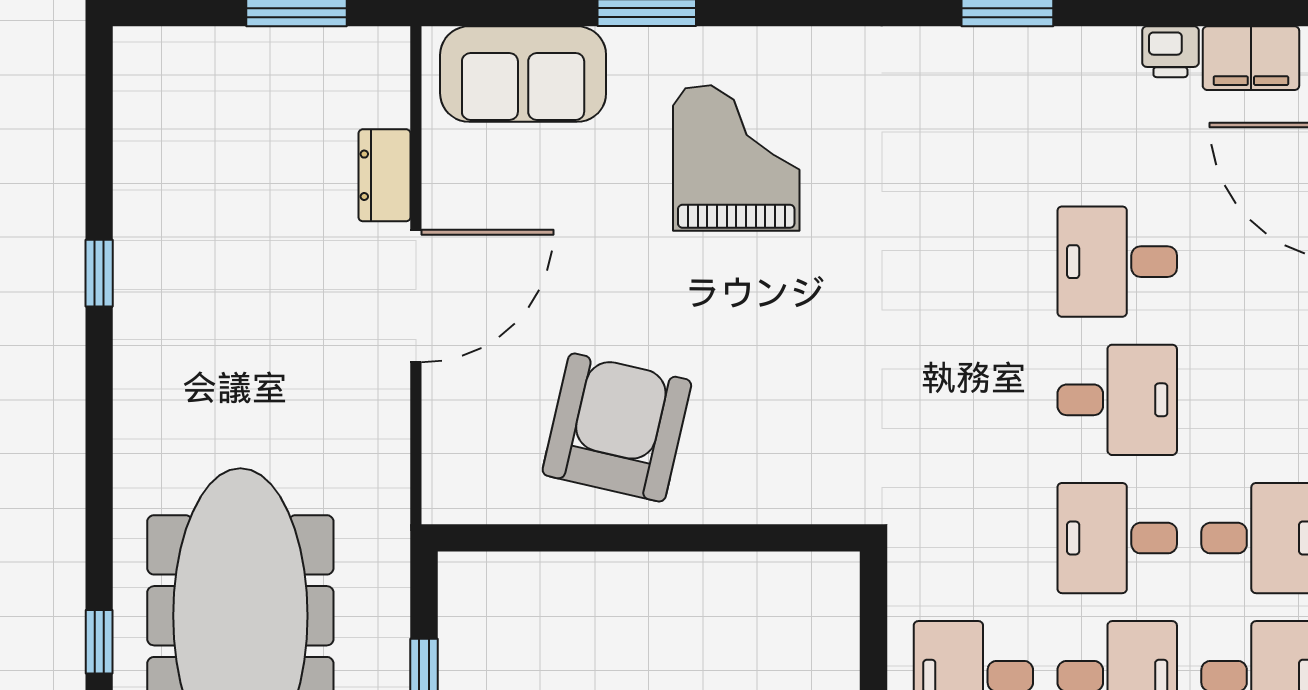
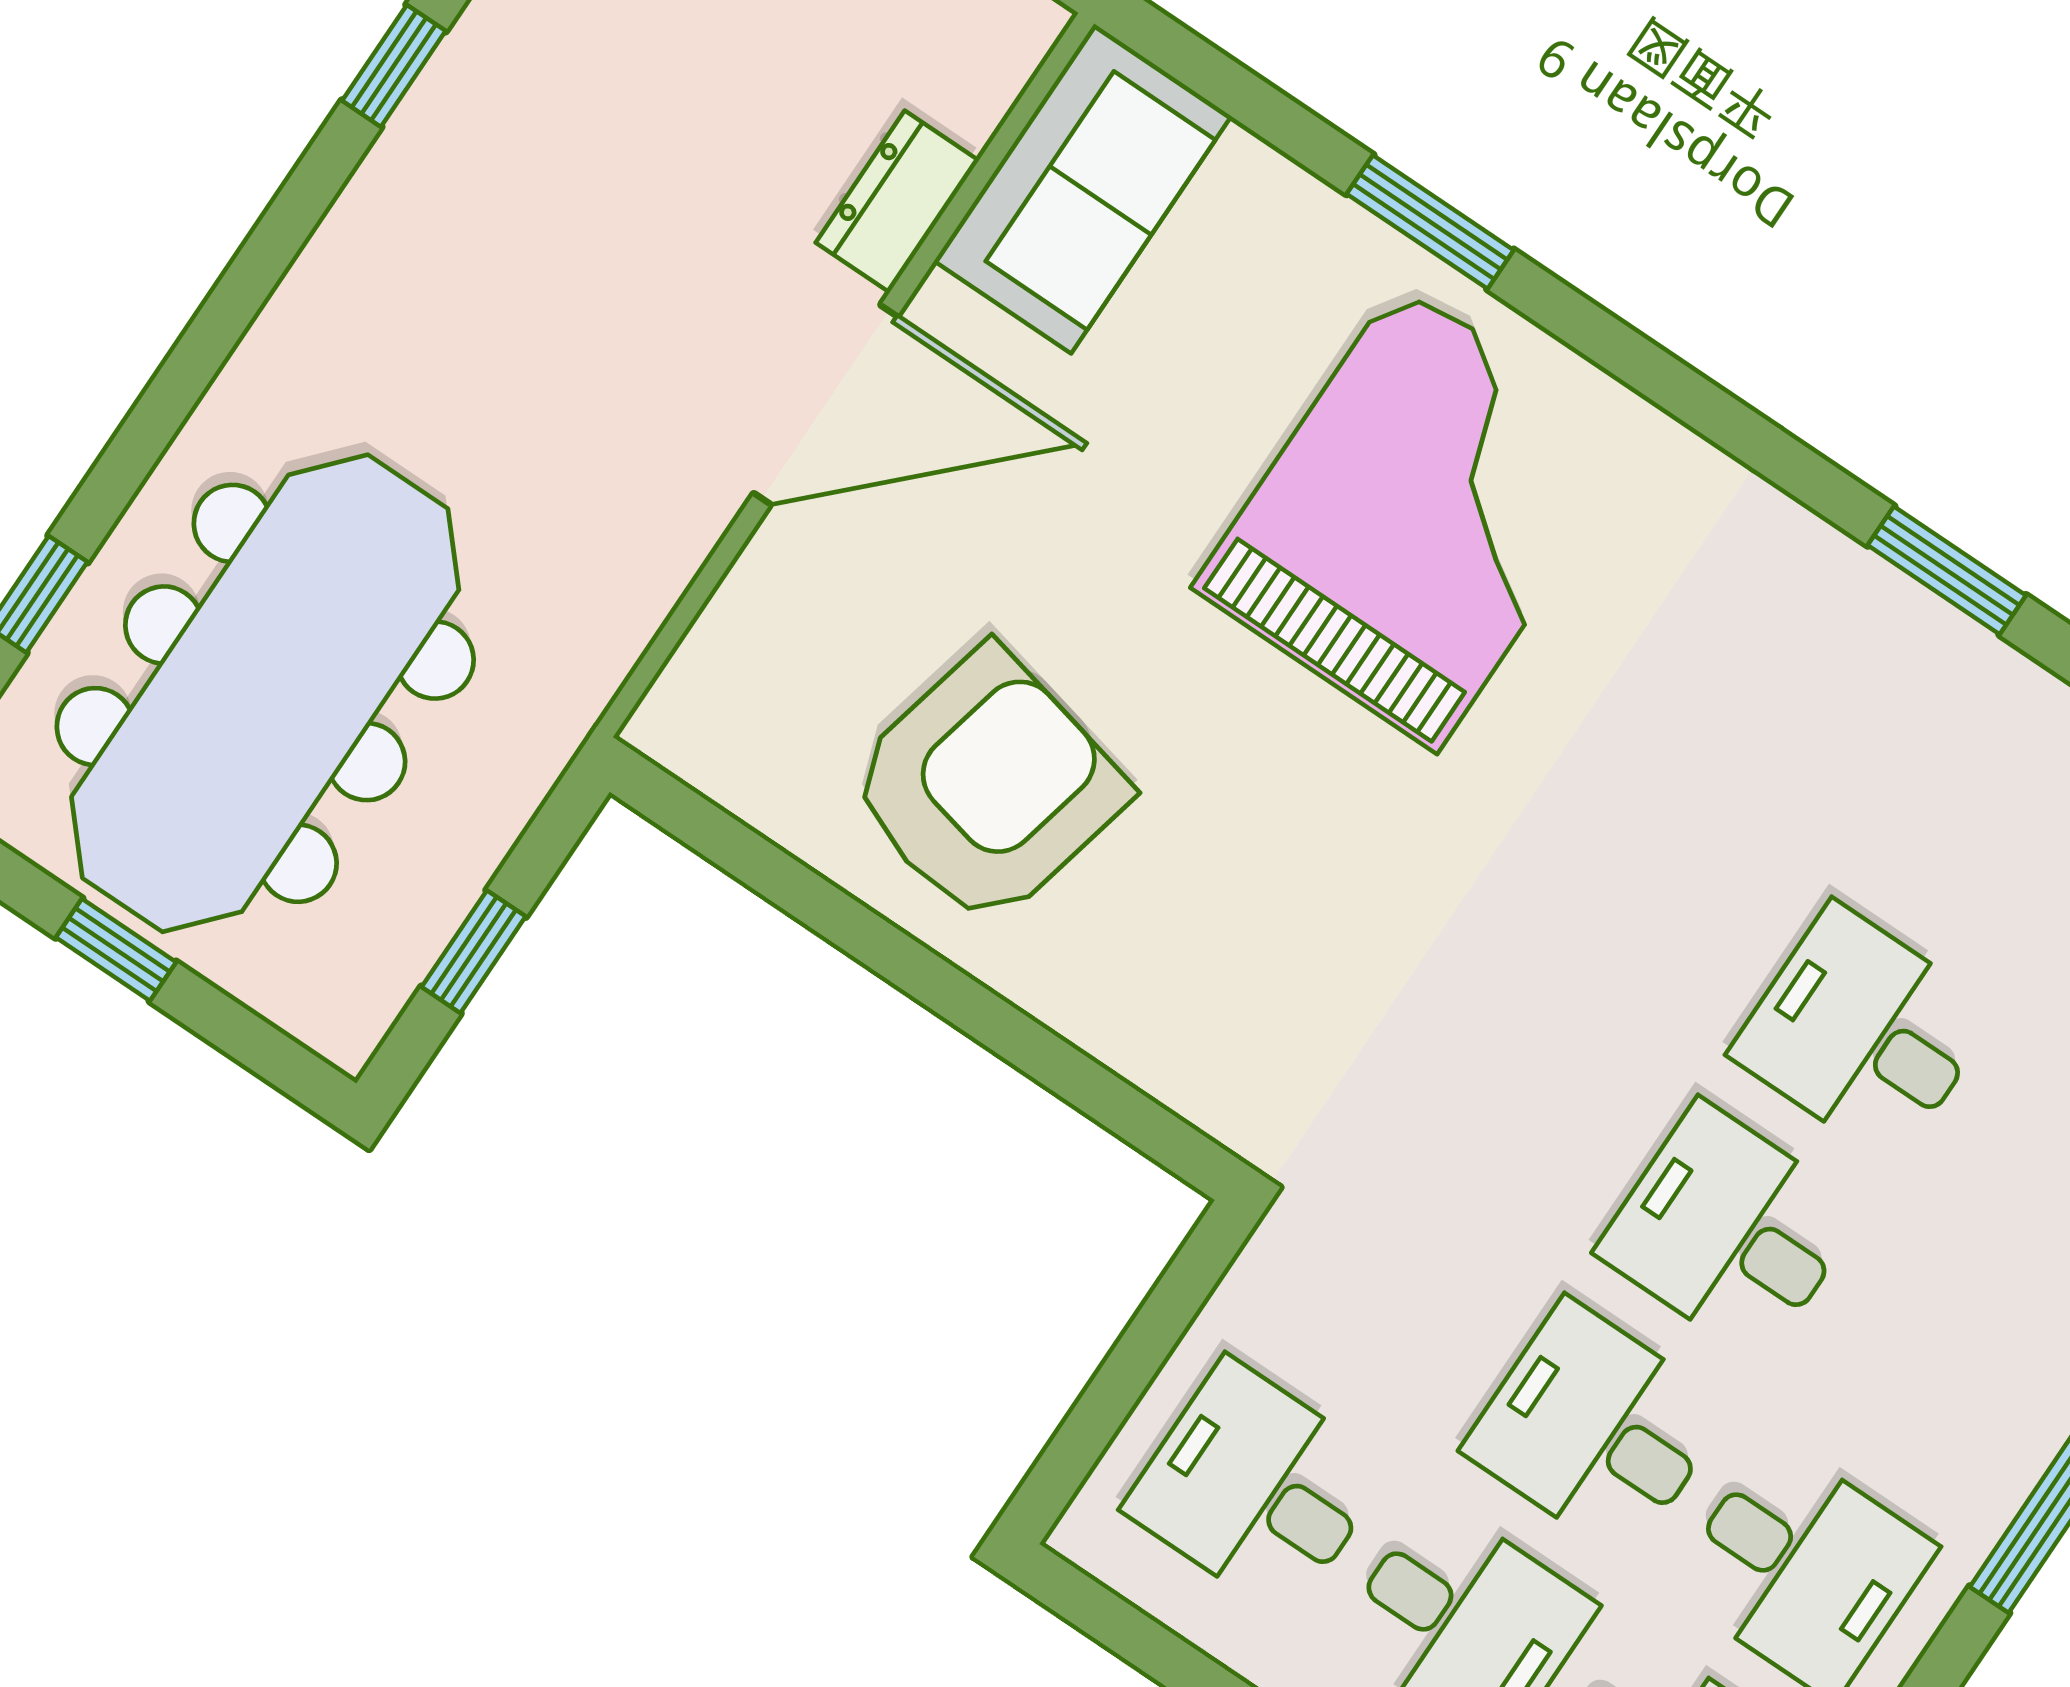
sofa: (523, 74) -> (1083, 188), moved, turned -90
grand piano: (736, 158) -> (1418, 517), width x1.37, depth x1.48
desk: (1117, 400) -> (1730, 1231), turned 180

